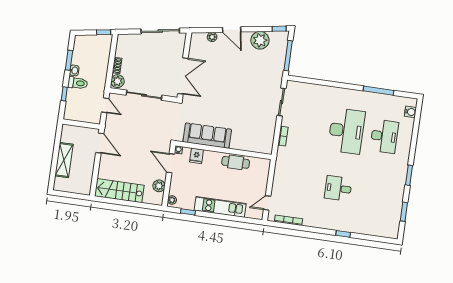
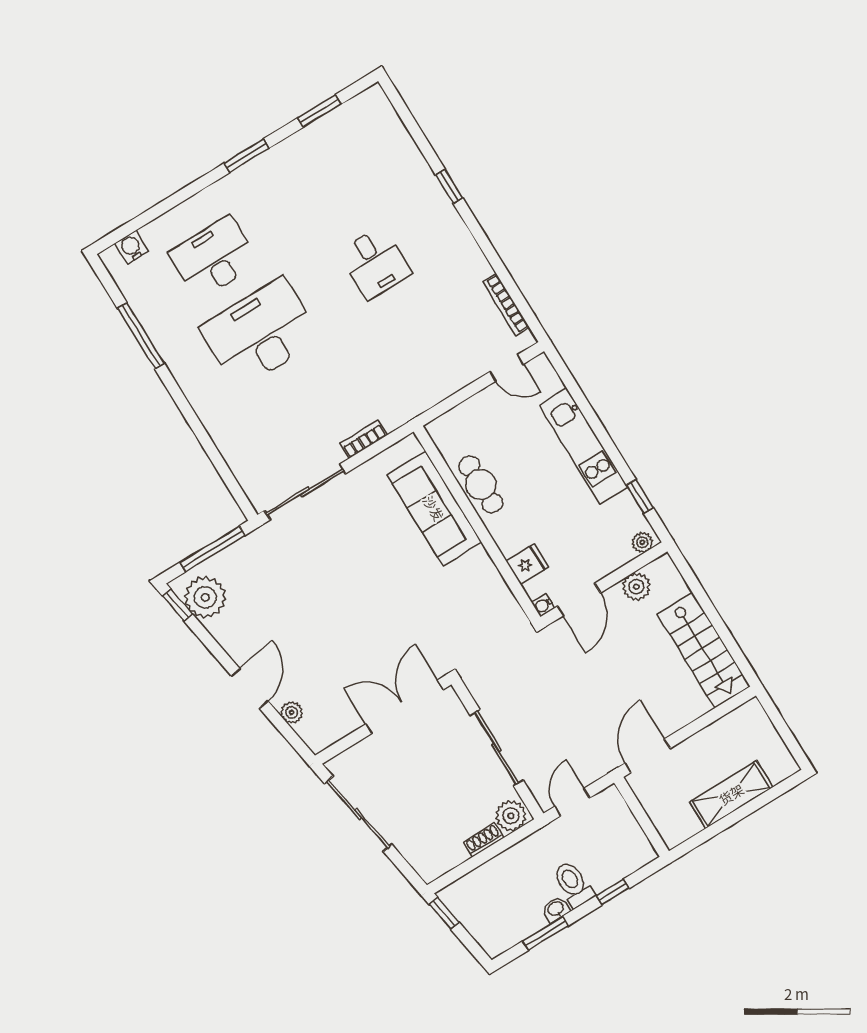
plant: (260, 40) -> (205, 597), moved
sliding door: (282, 102) -> (305, 492), width x1.37
sofa: (207, 136) -> (434, 508), moved

